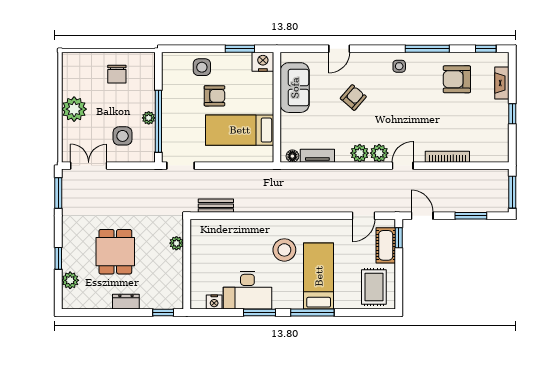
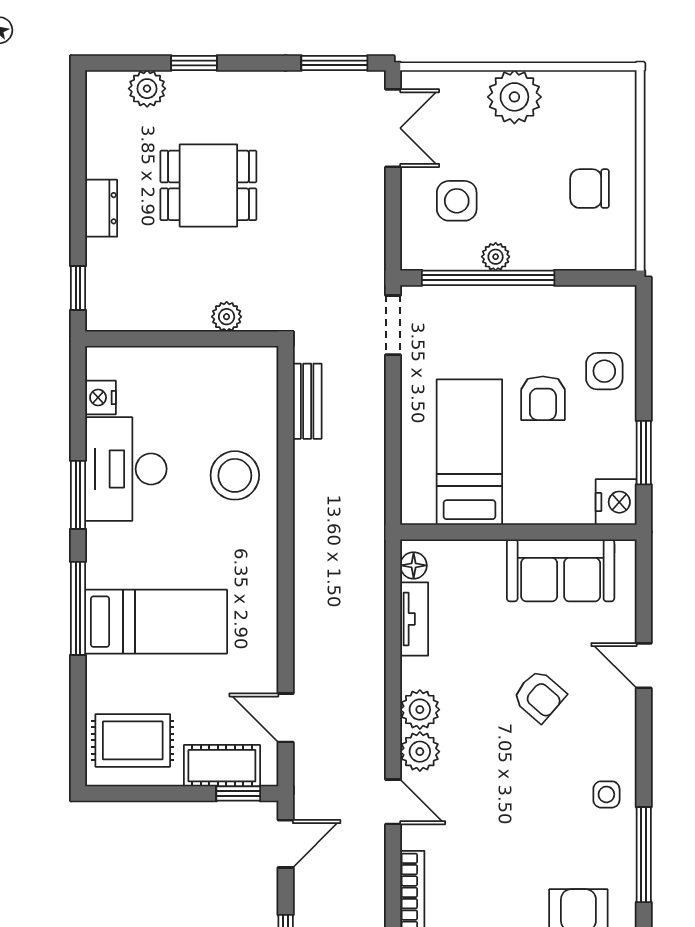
stool: (284, 250) -> (235, 475), moved

